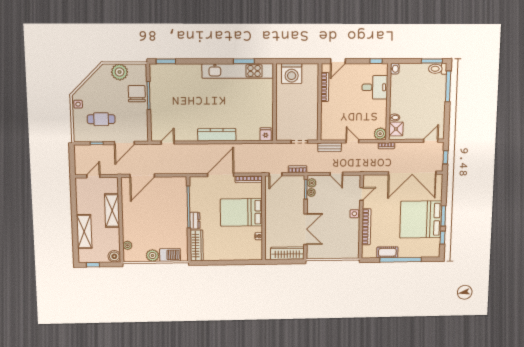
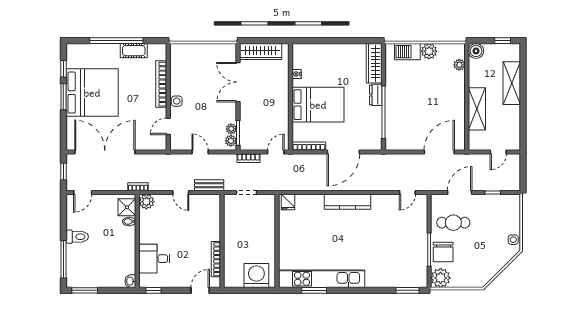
toilet: (438, 69) -> (77, 237), moved
plant: (120, 72) -> (441, 278), moved
cafe table: (101, 119) -> (453, 223), moved

